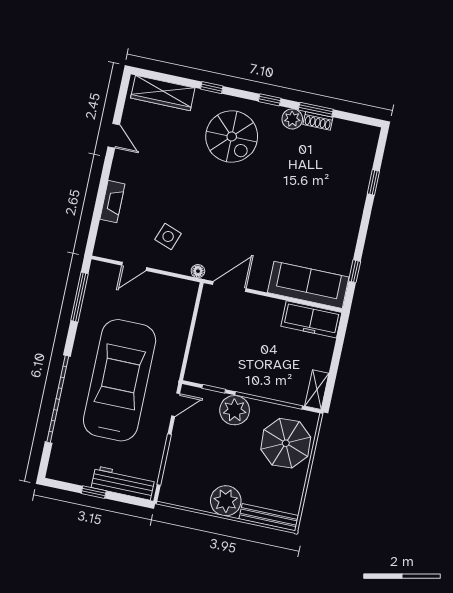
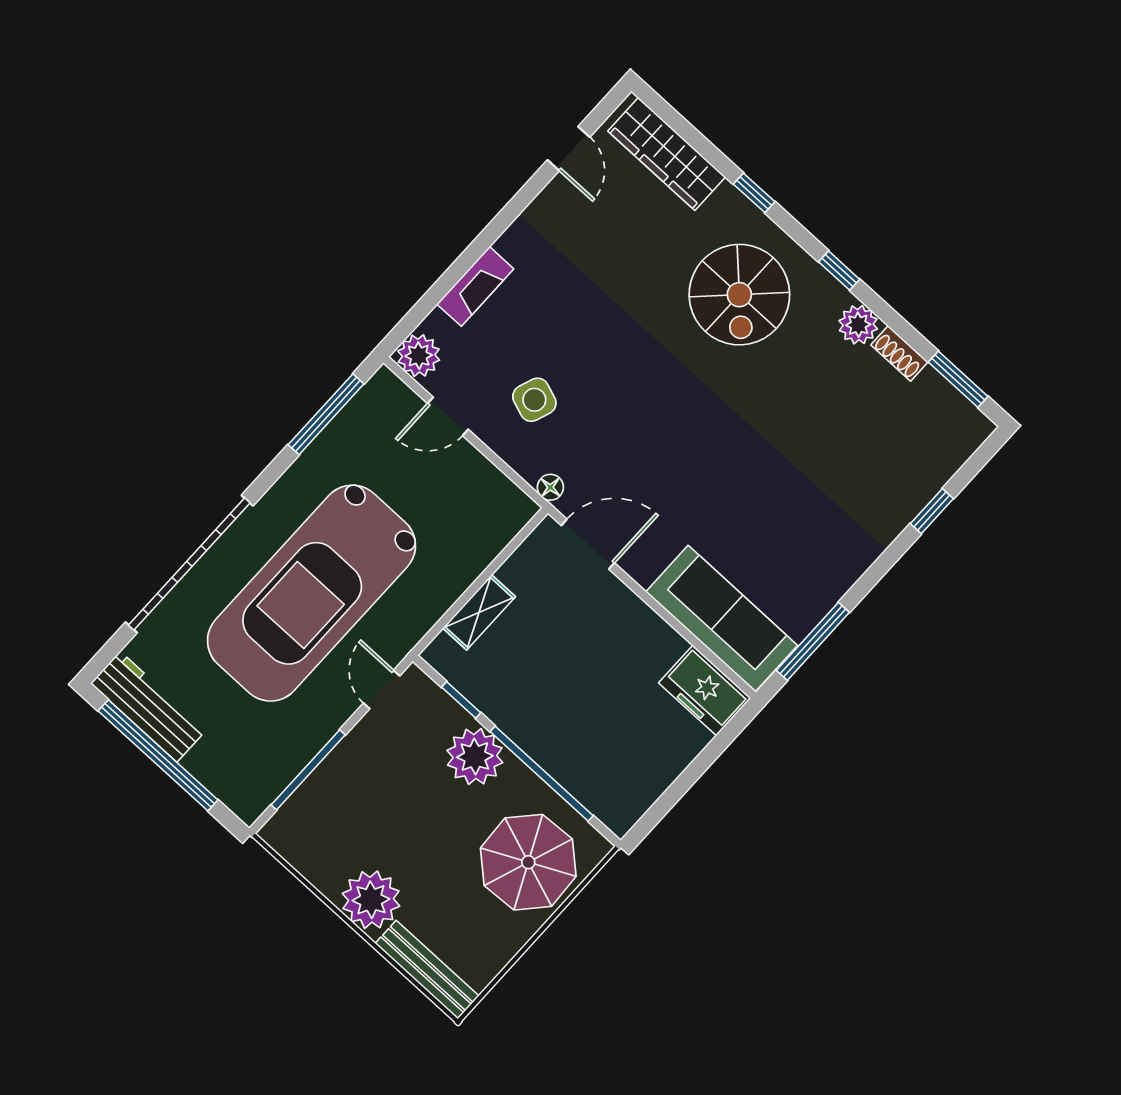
window: (316, 110) -> (958, 379), moved
door: (114, 136) -> (569, 149), moved
plant: (105, 247) -> (419, 356), added
window: (355, 271) -> (813, 641), width x2.17
freezer: (311, 319) -> (705, 690), width x0.71
car: (120, 380) -> (311, 593), turned 180
shelving: (317, 390) -> (479, 612), moved
door: (176, 405) -> (382, 689), swing flipped
workbench: (123, 483) -> (148, 707), moved
window: (94, 492) -> (158, 755), width x3.17

